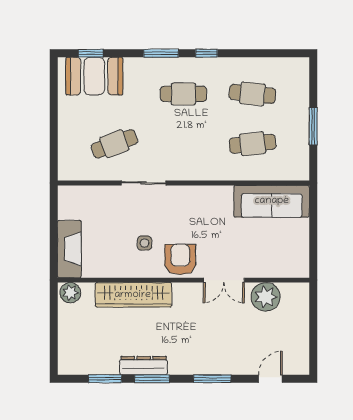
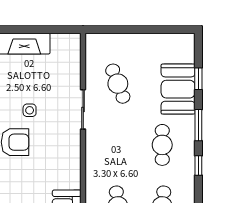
window: (91, 53) -> (198, 79), moved
booth: (94, 76) -> (178, 89), moved

